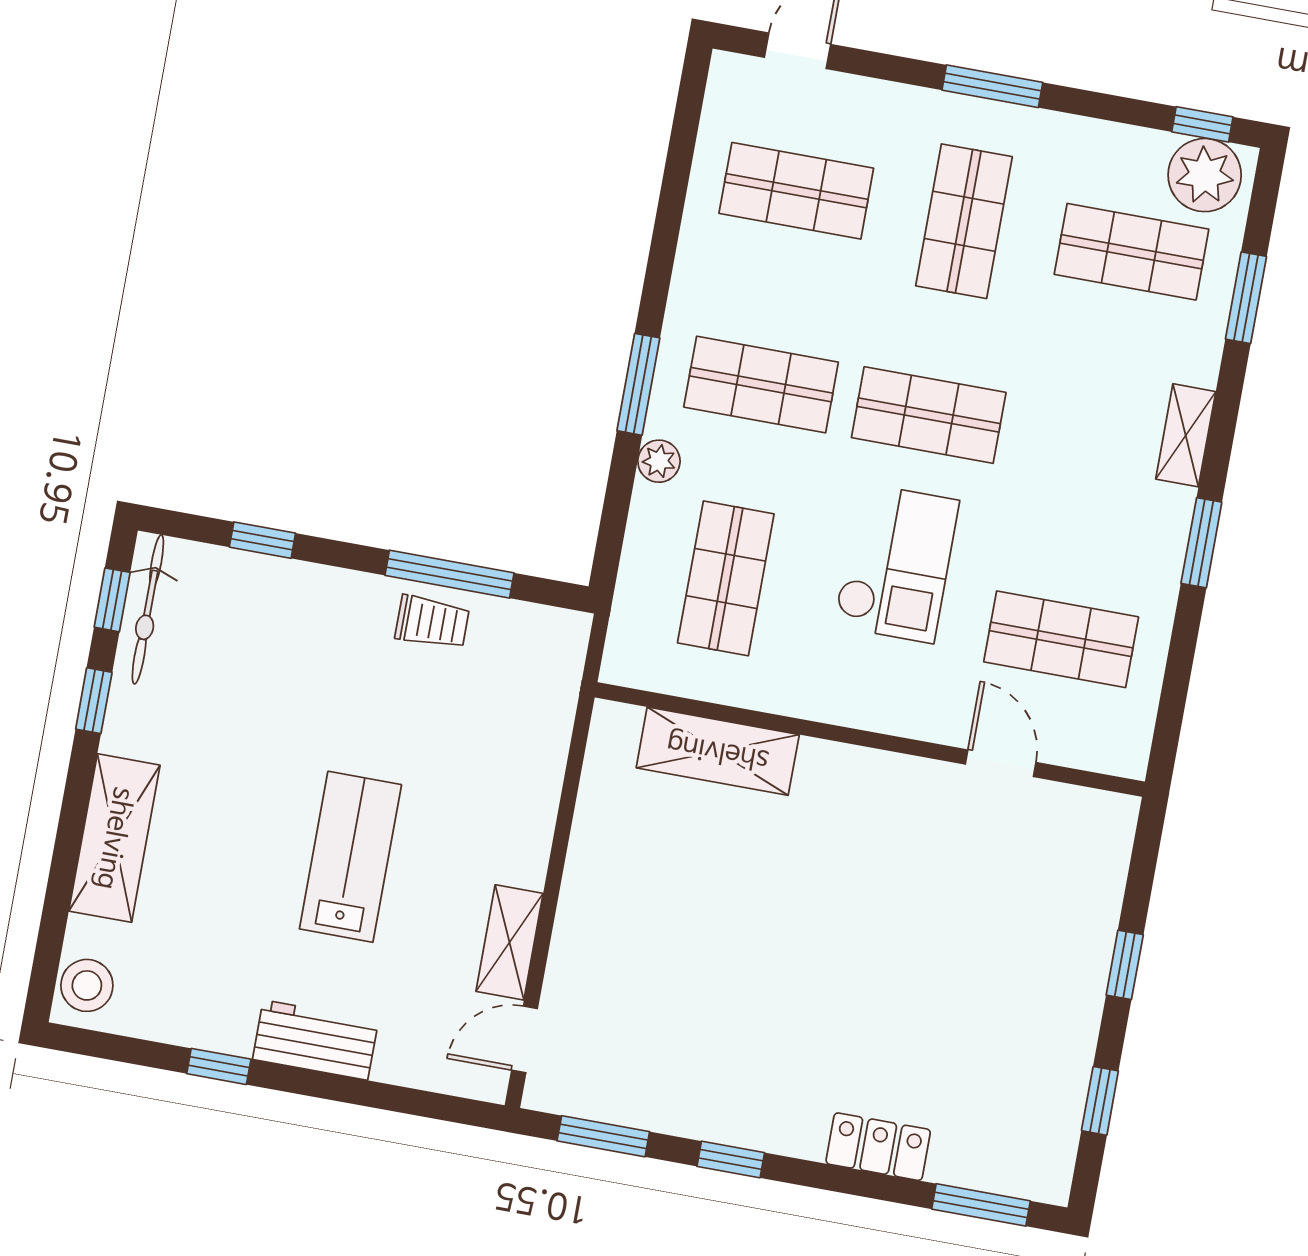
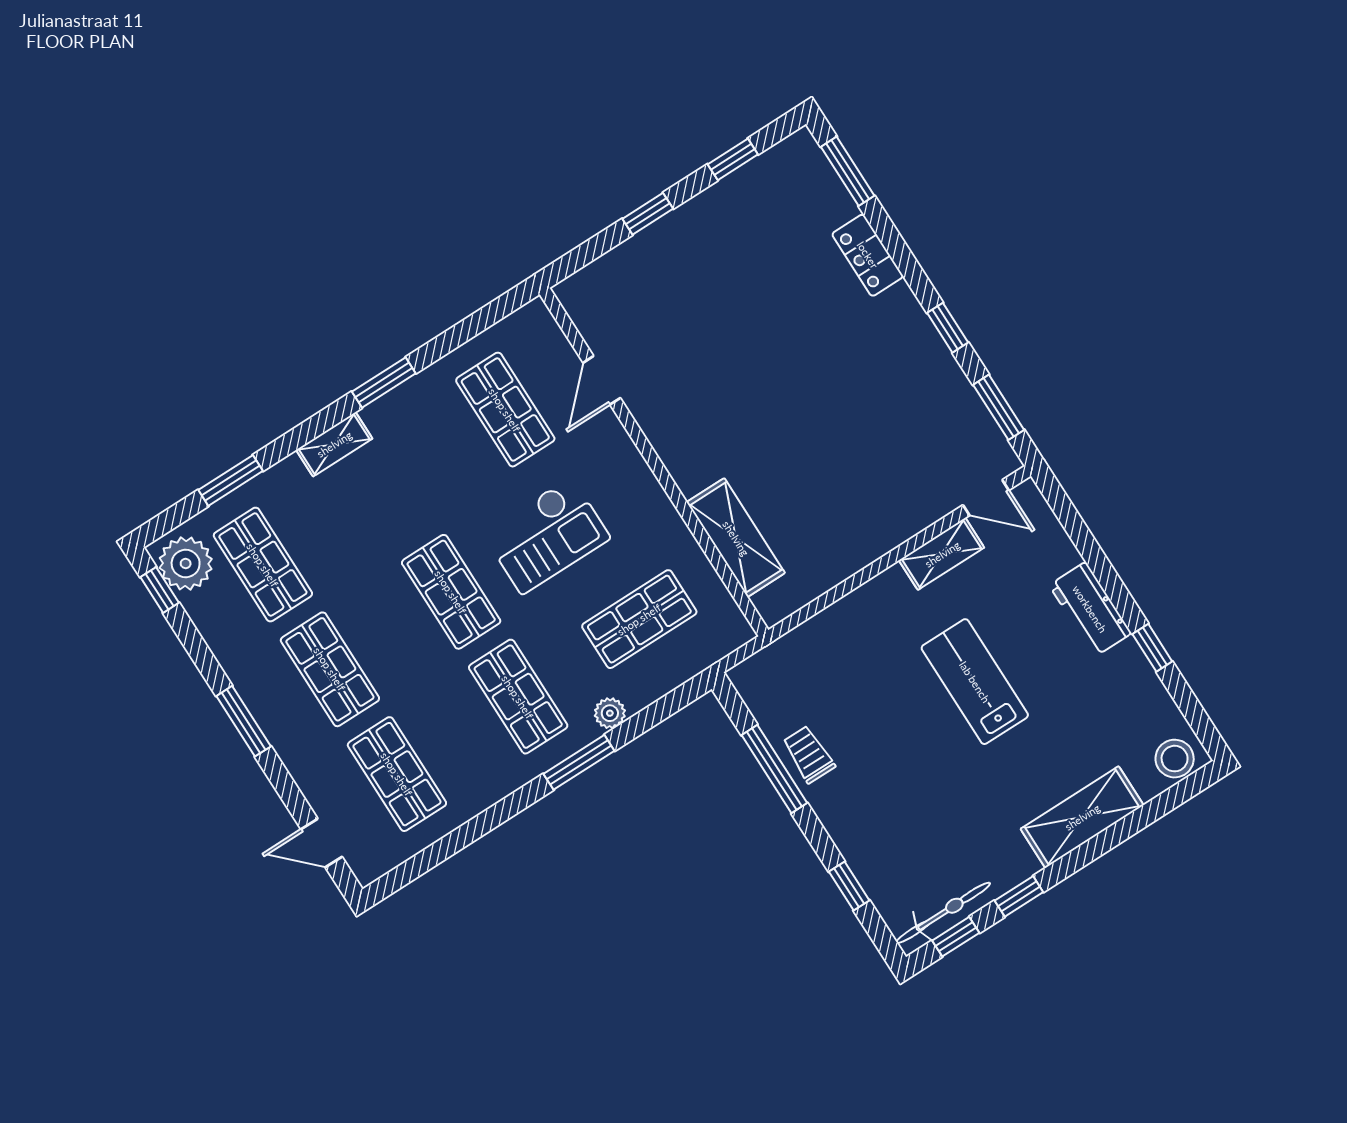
shop shelf: (964, 221) -> (330, 669), turned 90
checkout: (896, 563) -> (546, 536), turned 180
lab bench: (350, 857) -> (975, 682), turned 90

